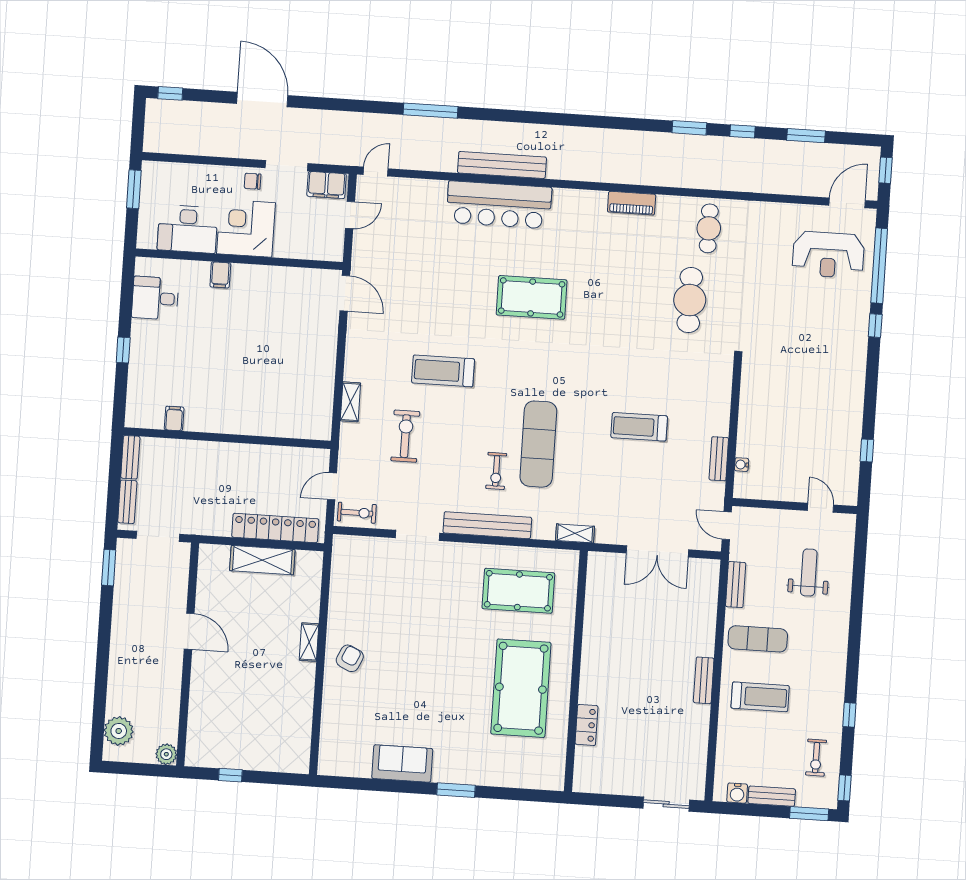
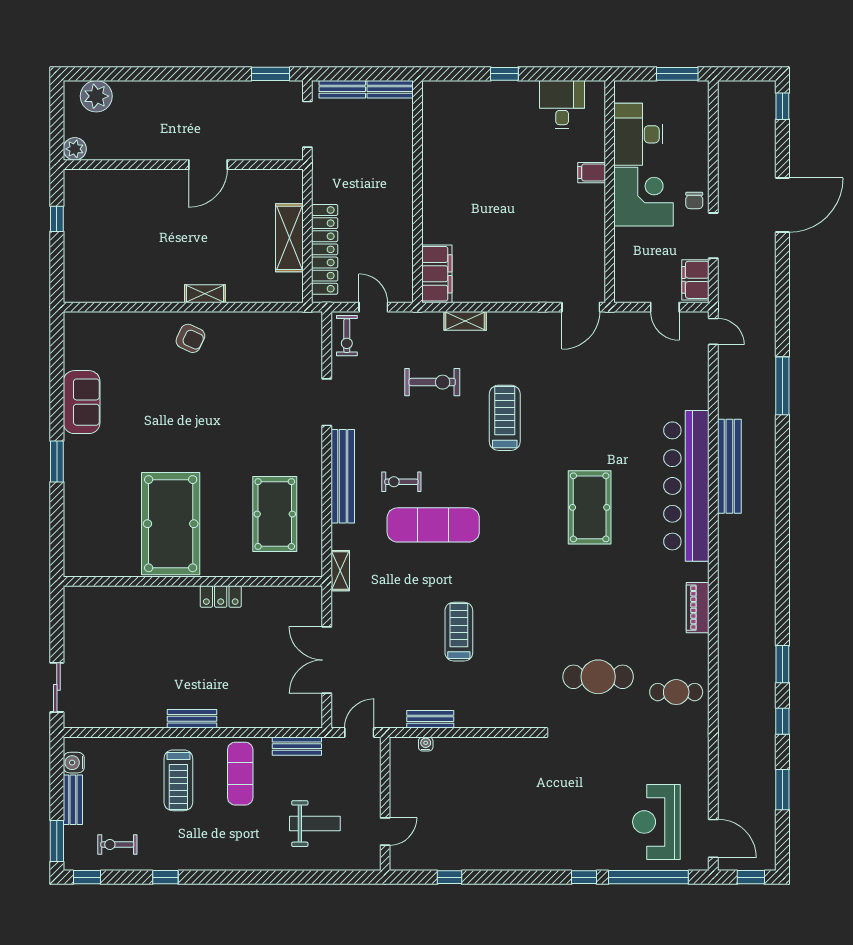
chair: (253, 181) -> (694, 200), turned 180
bar counter: (499, 205) -> (686, 486), width x1.36
filing cabinet: (174, 418) -> (437, 274), moved, width x3.00, depth x1.17
pool table: (521, 688) -> (171, 524), turned 90
locker: (587, 725) -> (221, 597), moved

